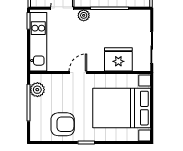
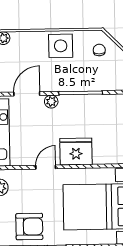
fridge: (118, 59) -> (76, 152), moved

